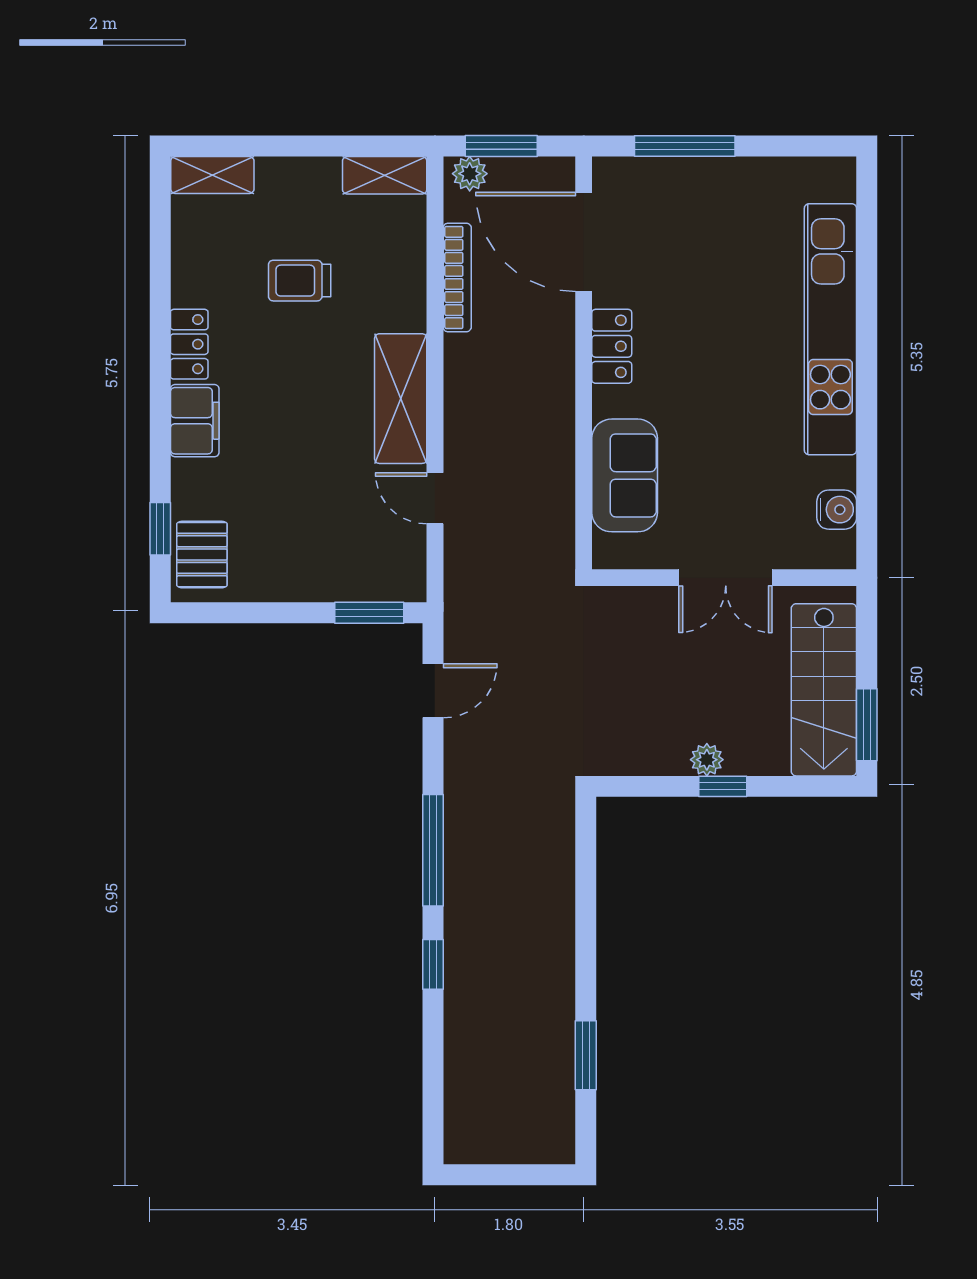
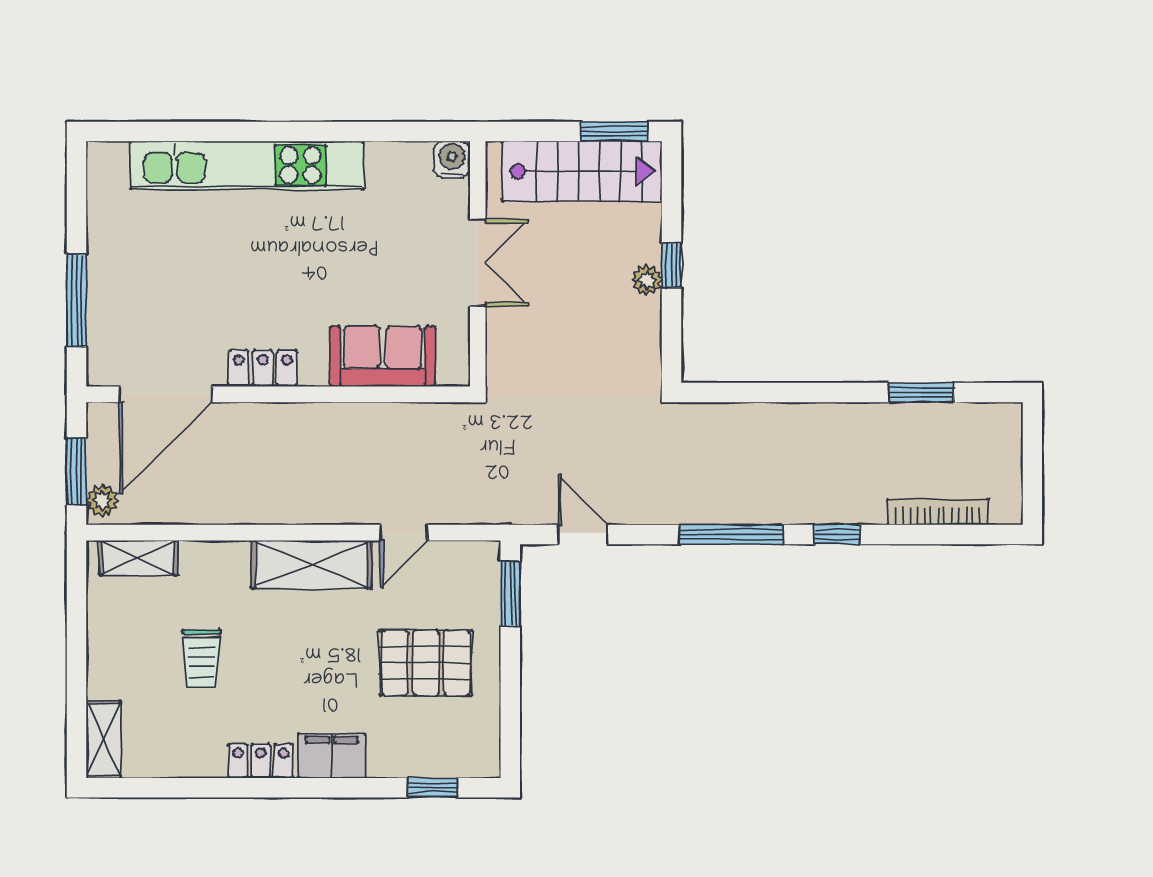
shelving: (385, 175) -> (138, 558), moved, turned 90
bookcase: (457, 277) -> (938, 512), moved
water cooler: (837, 510) -> (452, 159), moved
pallet: (202, 555) -> (426, 663), moved, width x1.50, depth x1.42

